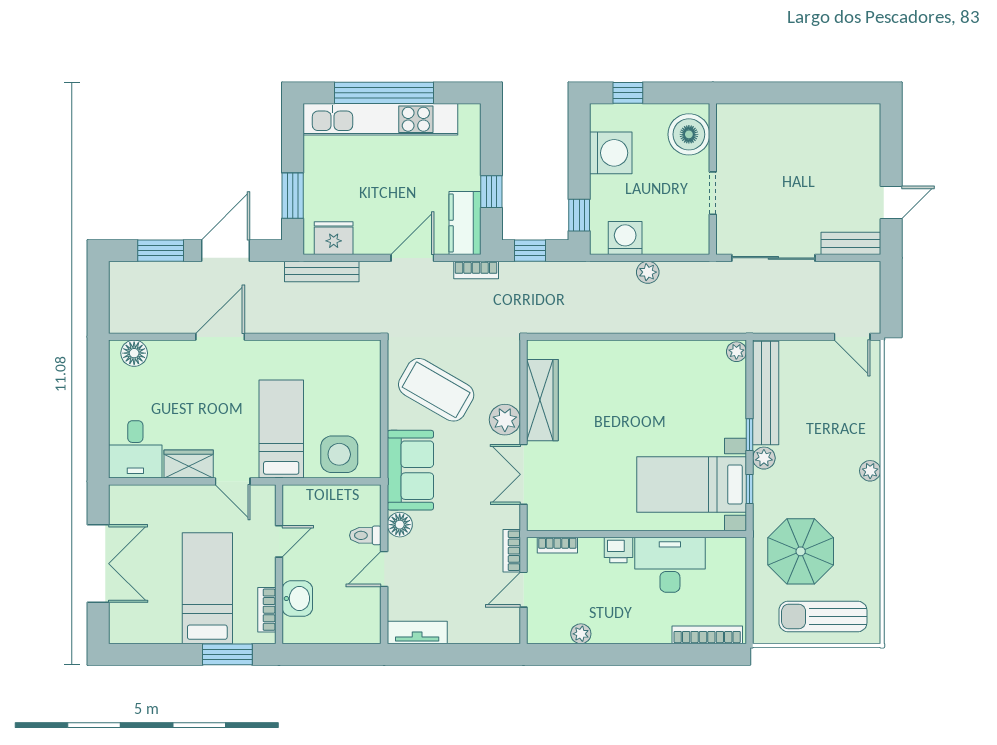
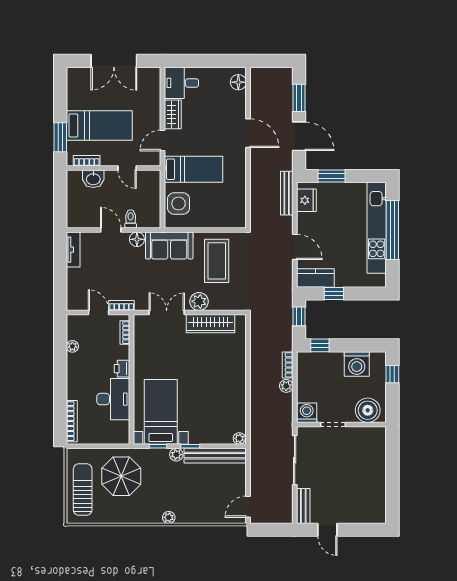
washing machine: (625, 238) -> (307, 413), moved, turned -90
bookcase: (476, 270) -> (288, 365), moved
coffee table: (436, 390) -> (217, 261), turned -30

